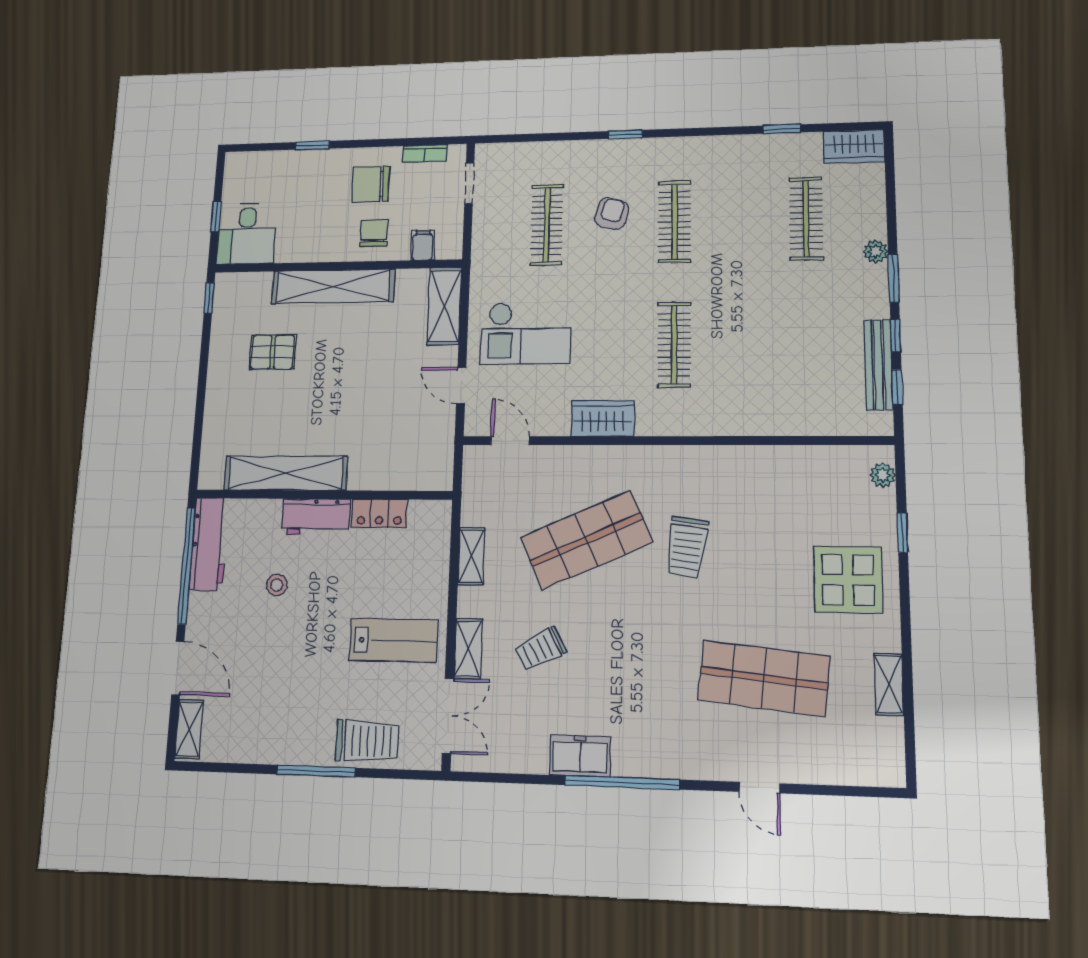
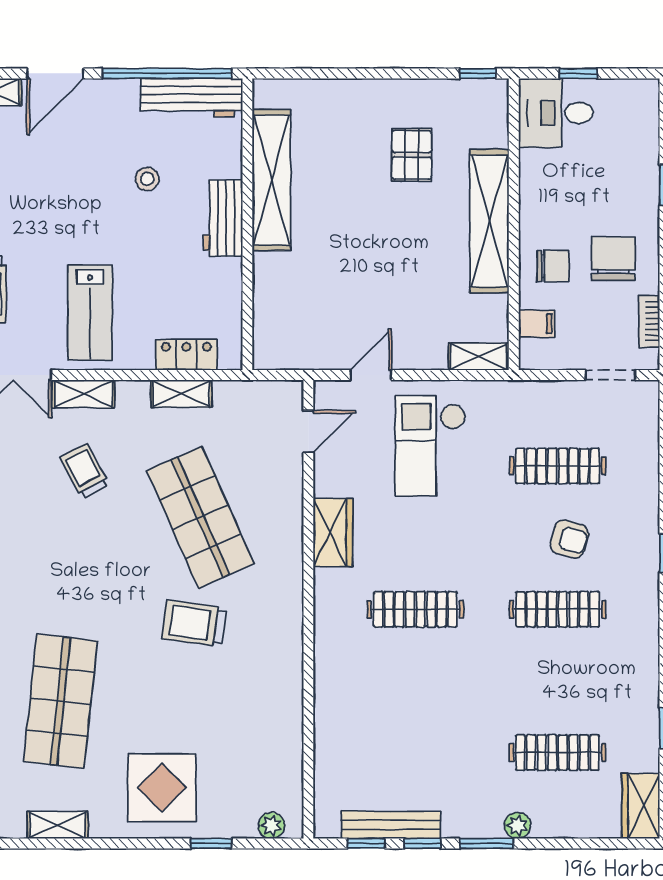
shelving: (444, 306) -> (479, 357), width x0.67, depth x0.75
locker: (379, 513) -> (186, 355), moved, turned 90

